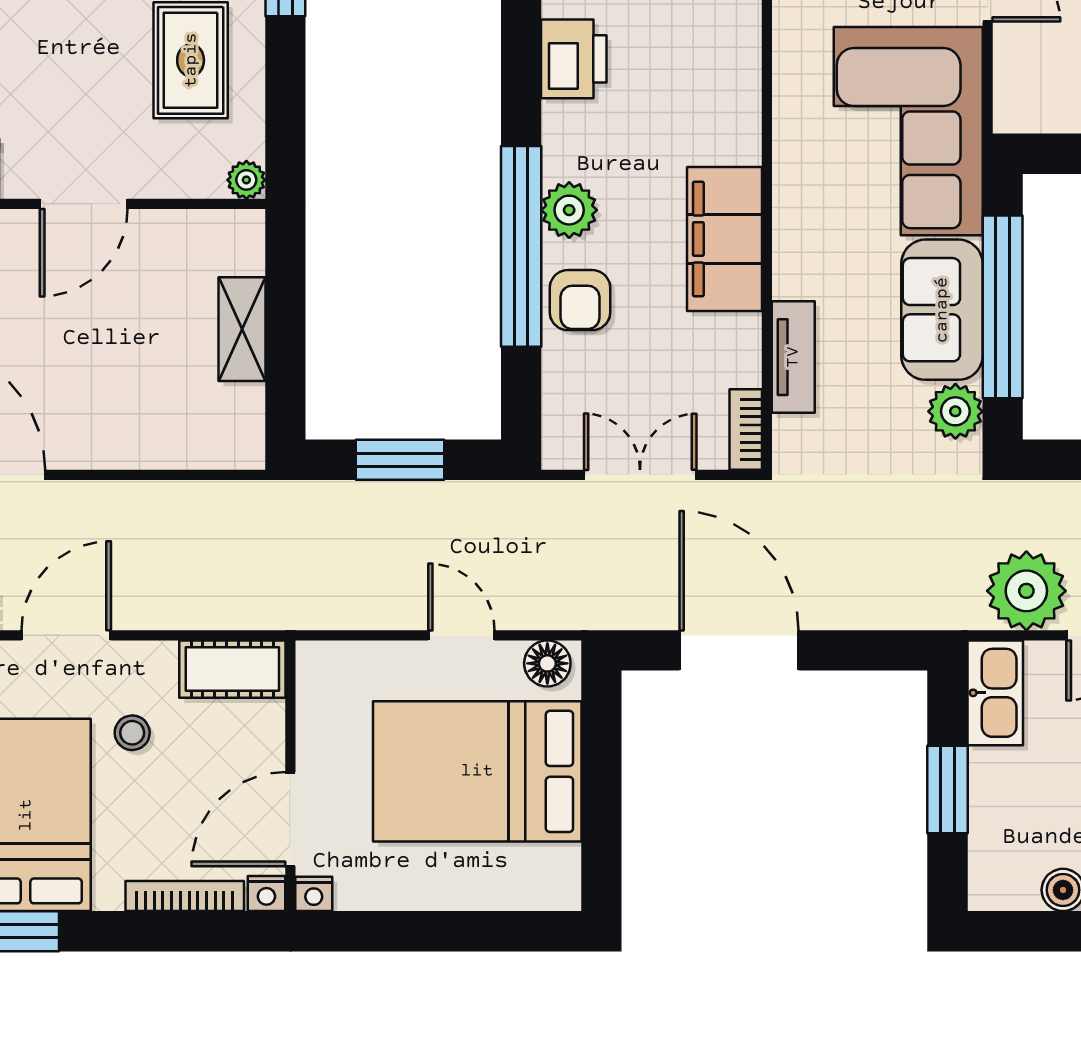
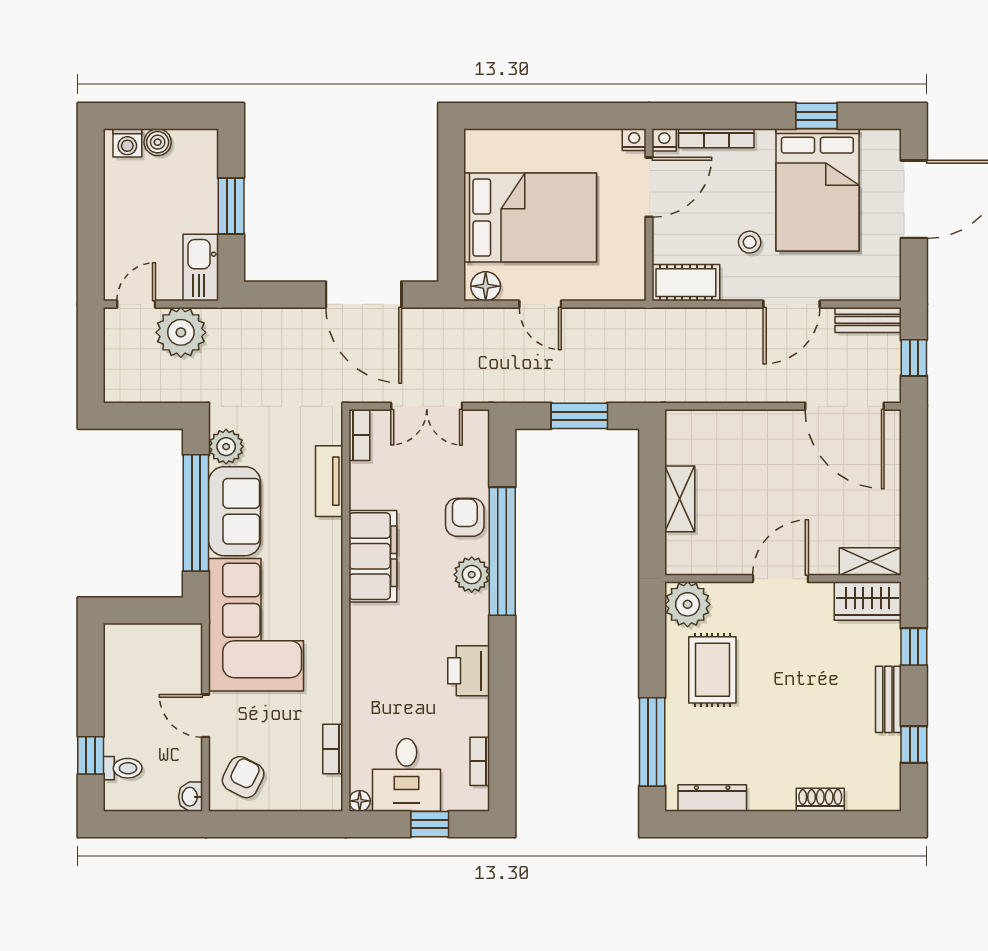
plant: (246, 180) -> (688, 604), width x1.87, depth x1.87

